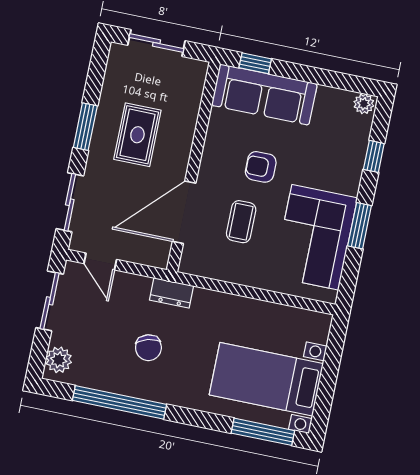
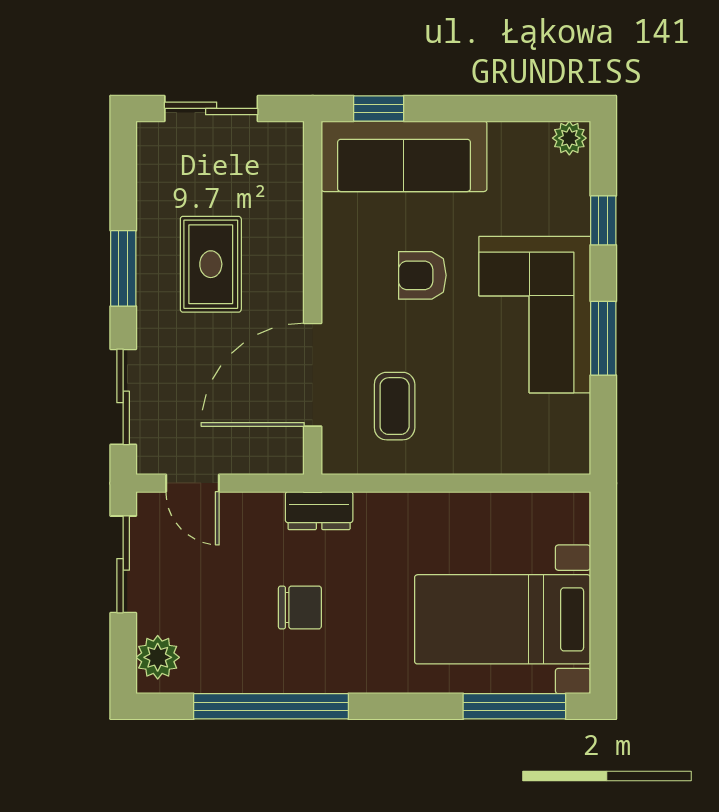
coffee table: (241, 222) -> (395, 406), moved
corner sofa: (315, 237) -> (535, 315), moved
chair: (148, 348) -> (300, 607), turned -74

